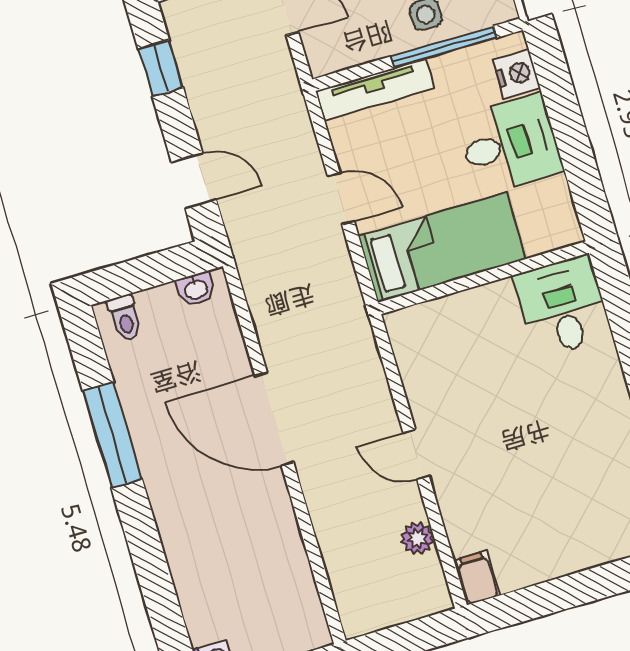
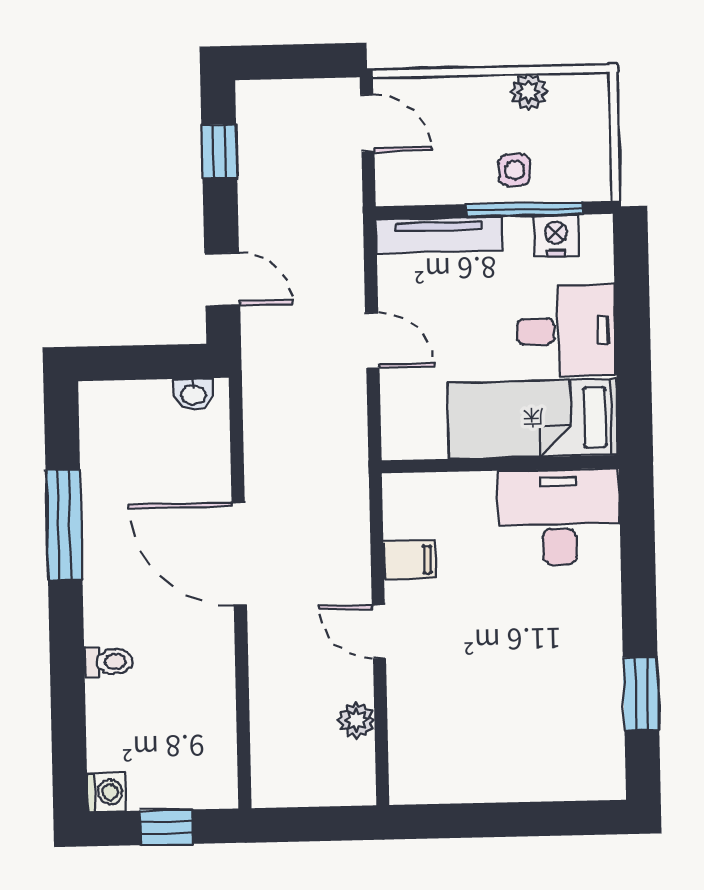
nightstand: (516, 74) -> (556, 236), moved, turned -90
bed: (442, 248) -> (533, 419), moved, turned 180
desk: (562, 306) -> (559, 517), width x1.37
toilet: (125, 318) -> (108, 662), moved, turned -90
filing cabinet: (477, 578) -> (409, 560), moved, turned 90

